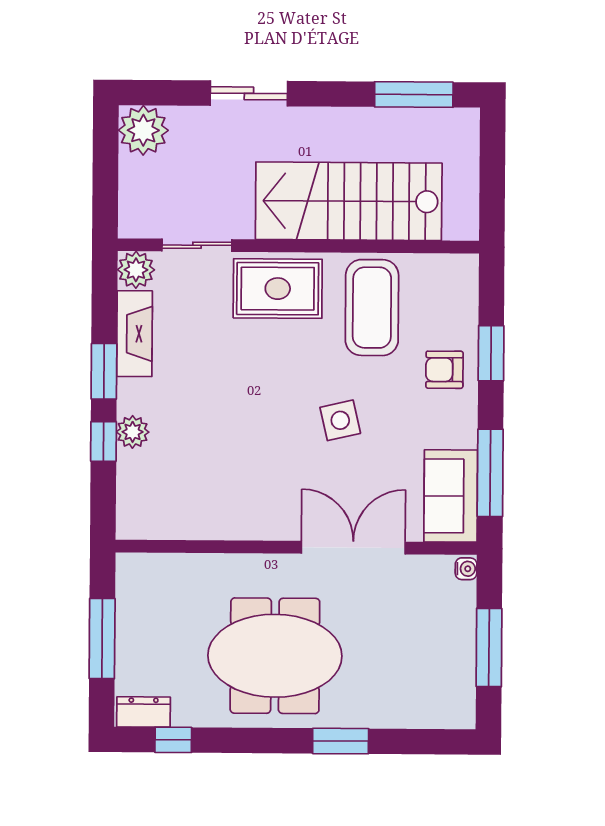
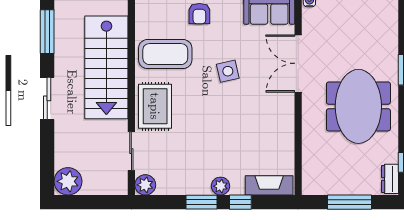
sliding door: (249, 93) -> (47, 98), moved
fireplace: (135, 334) -> (269, 185), moved
plant: (133, 432) -> (221, 186), moved

